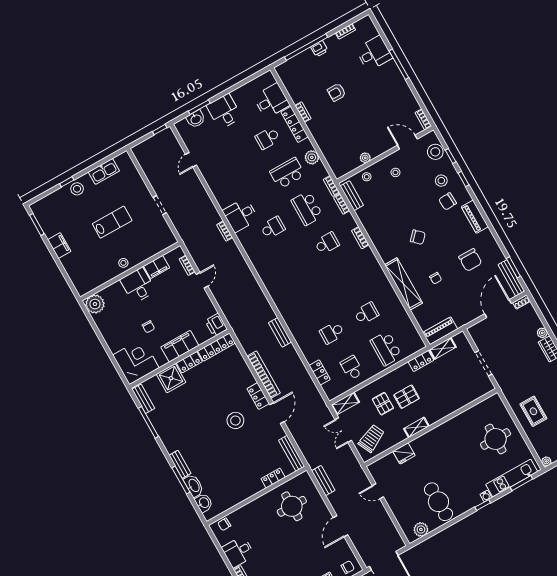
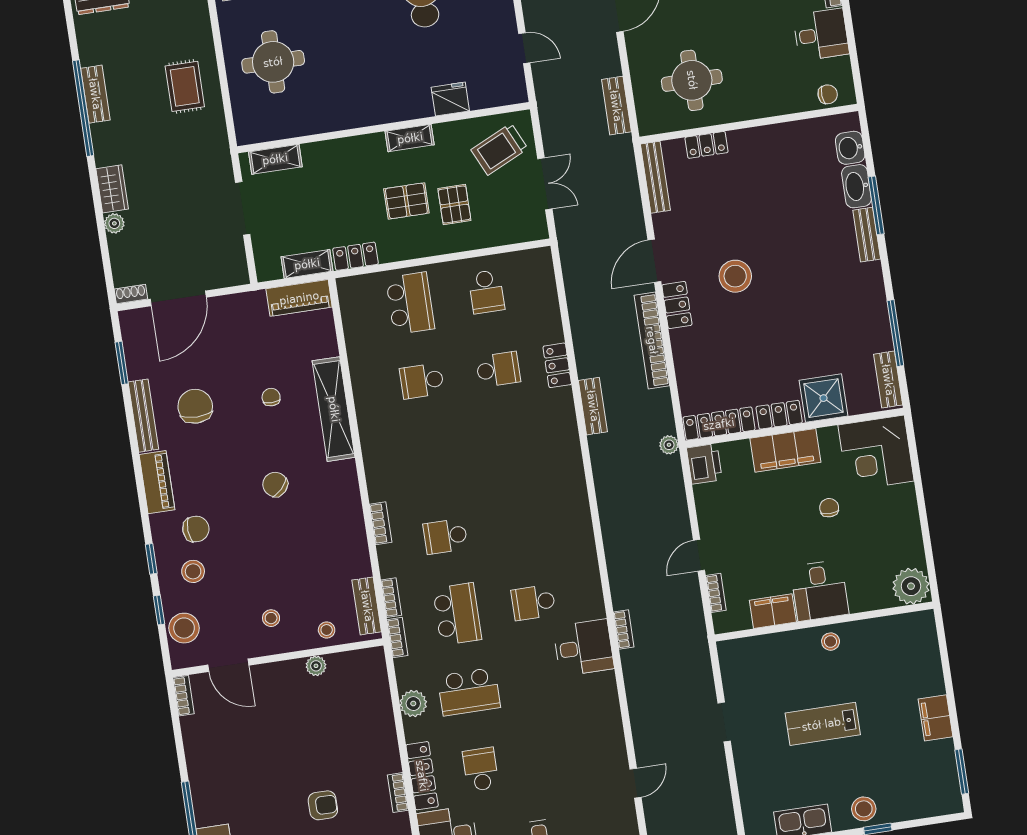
school desk: (268, 138) -> (481, 769), turned -90
bench: (511, 278) -> (143, 416), moved
plant: (236, 328) -> (669, 445), added
locker: (320, 372) -> (557, 365), moved
shelving: (345, 403) -> (275, 159), moved

